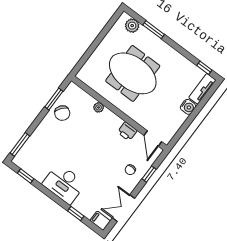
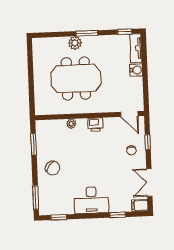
plant: (132, 26) -> (75, 43), moved
window: (154, 30) -> (87, 33), moved
chair: (62, 113) -> (53, 168), moved
printer: (127, 131) -> (95, 125), moved

